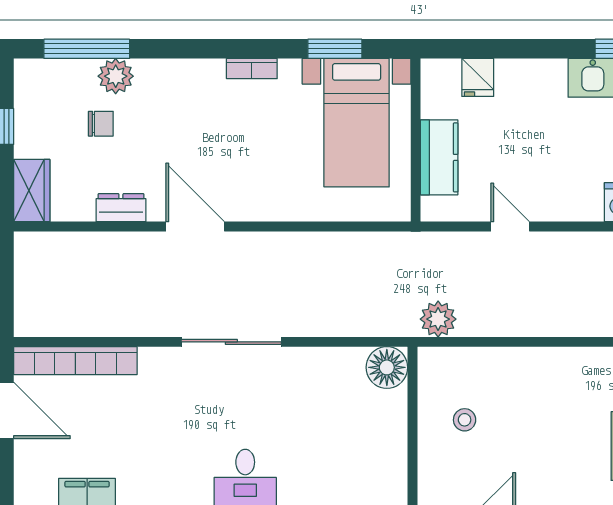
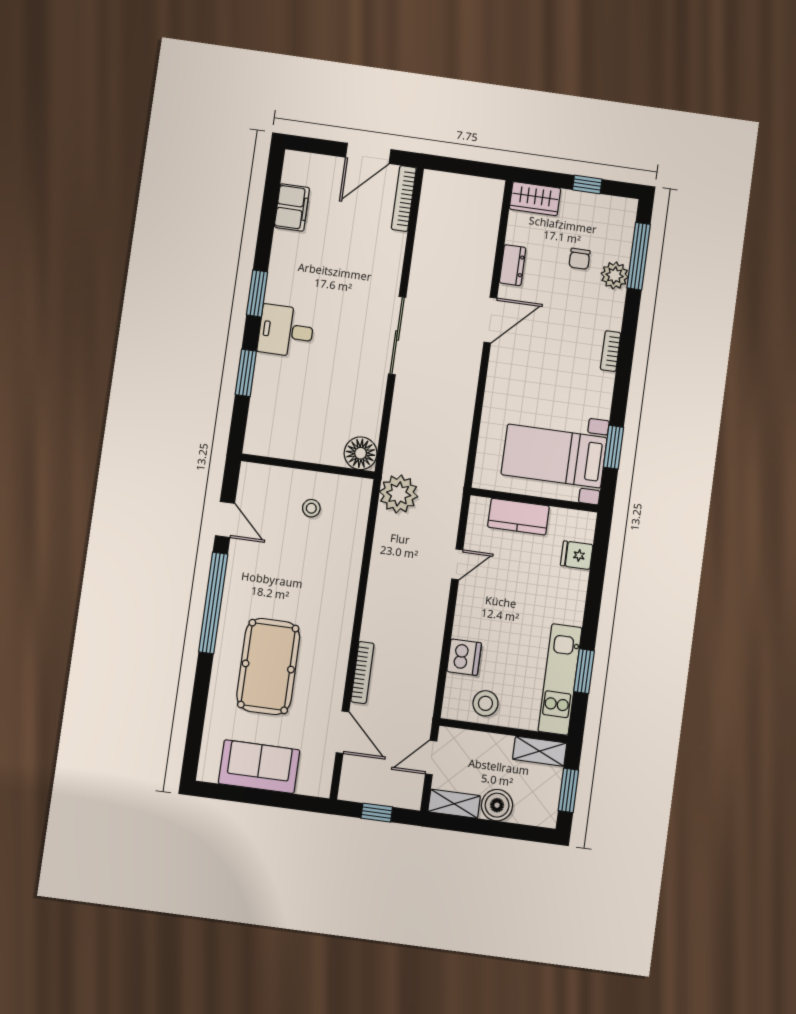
bookcase: (252, 69) -> (611, 351), moved
plant: (438, 319) -> (399, 494), width x1.36, depth x1.36
bookcase: (75, 361) -> (404, 198), width x0.68, depth x0.76

